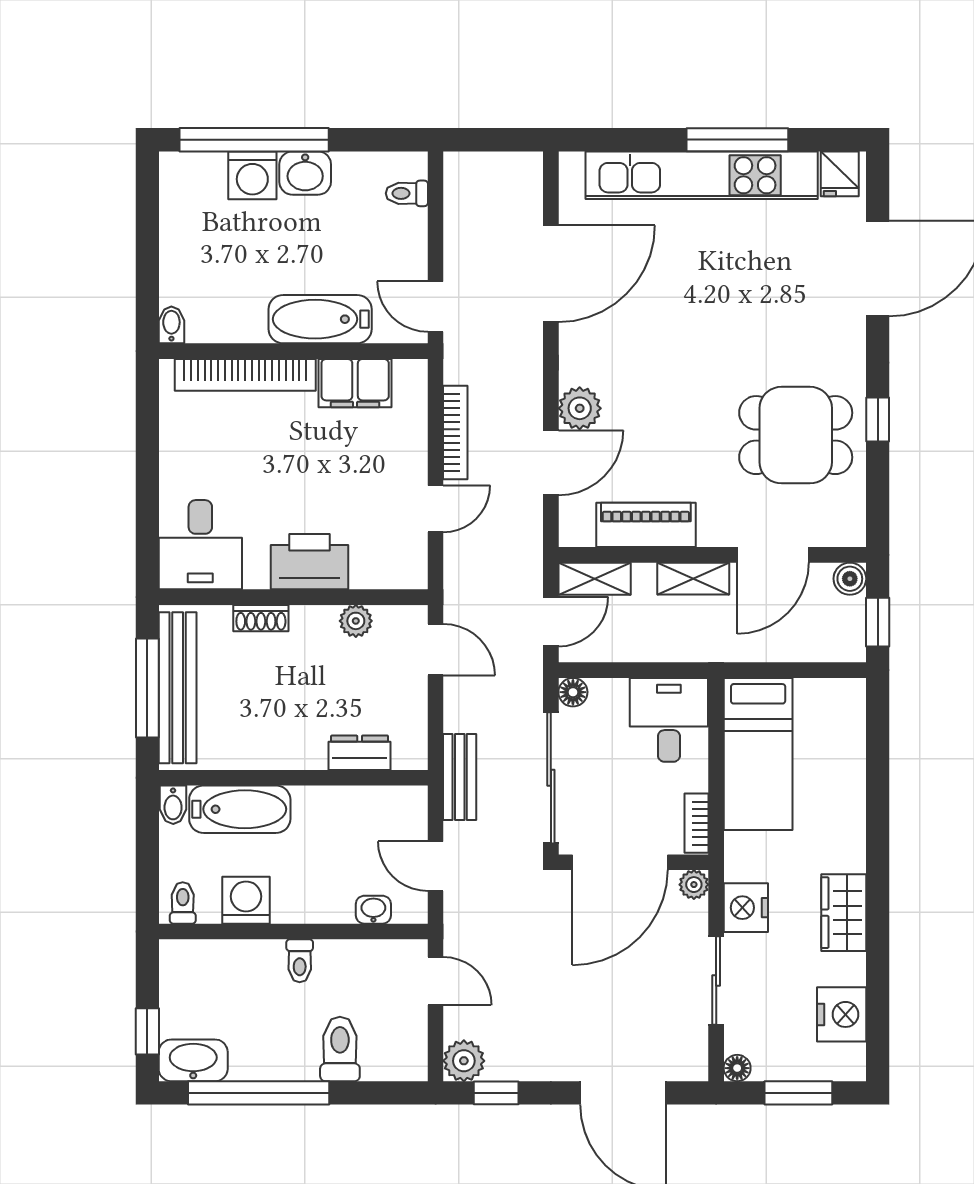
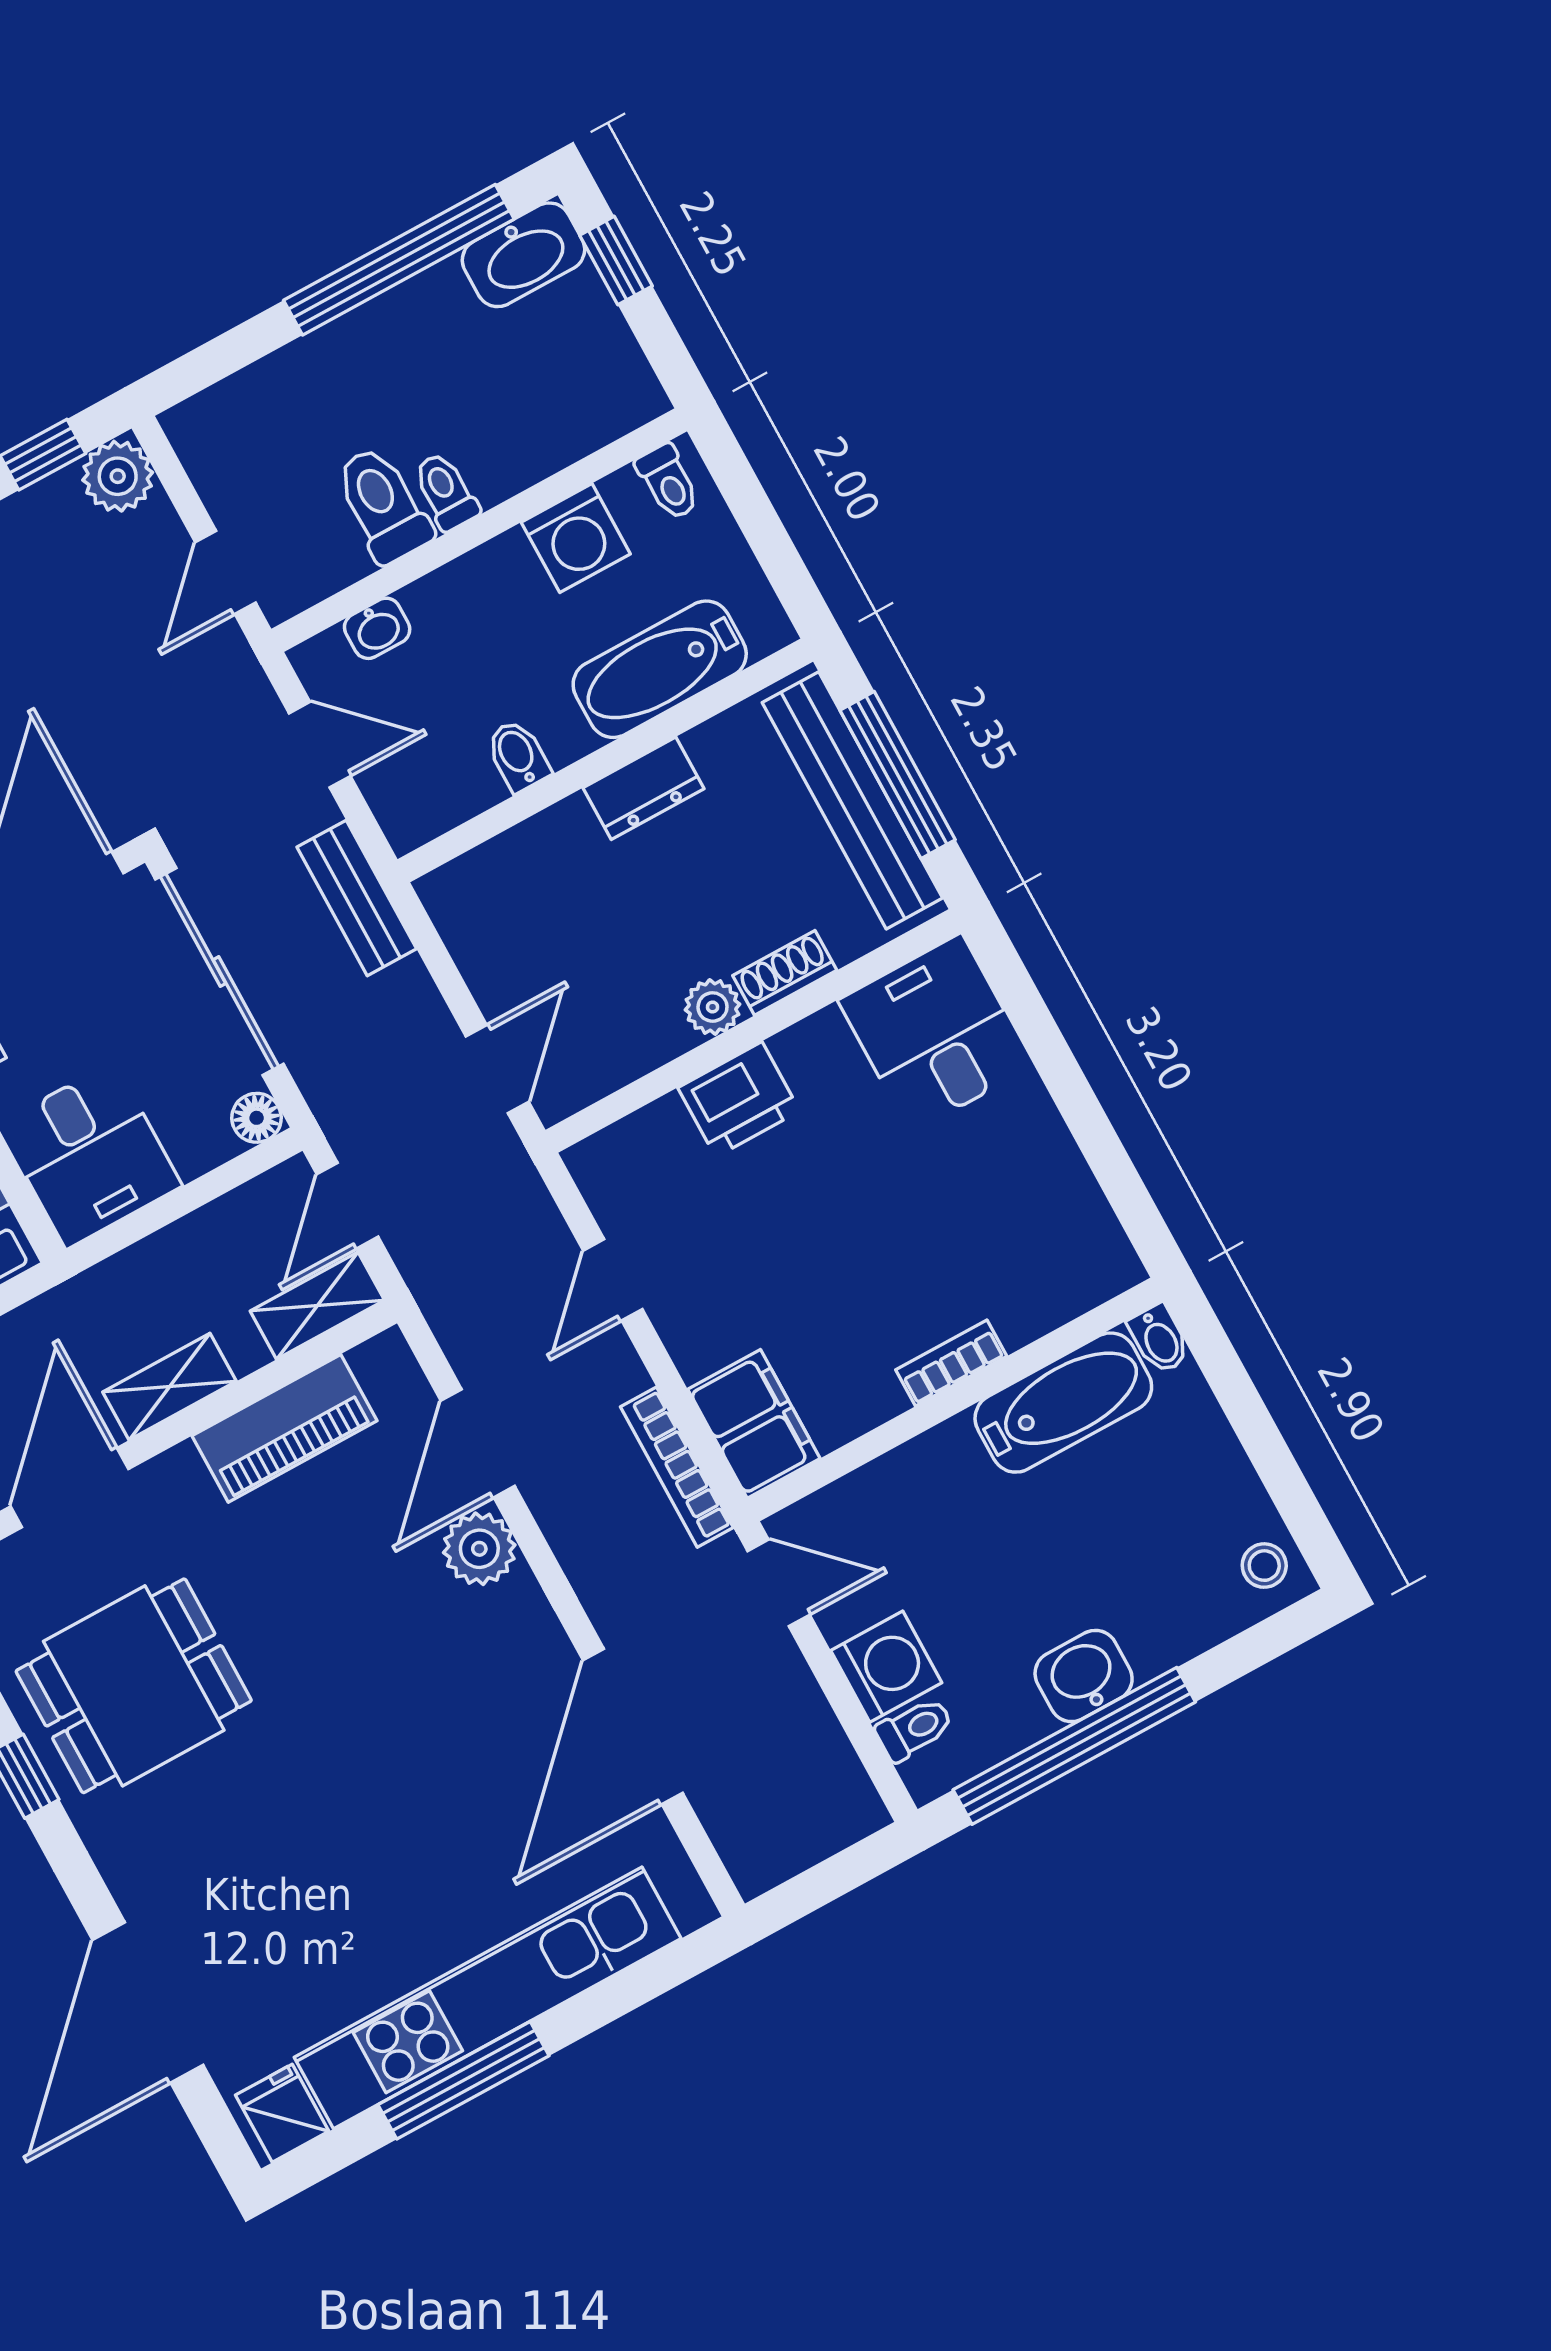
window: (254, 140) -> (1074, 1746), moved
washing machine: (252, 175) -> (886, 1667), moved, turned 90
stool: (181, 179) -> (1264, 1566), added
bathtub: (320, 319) -> (1063, 1403), moved
bookcase: (245, 375) -> (951, 1363), width x0.43, depth x0.76
filing cabinet: (355, 383) -> (754, 1424), moved, turned 90
bookcase: (455, 433) -> (677, 1467), moved
printer: (310, 562) -> (739, 1099), width x0.73, depth x0.84
plant: (356, 621) -> (713, 1007), moved
door: (436, 650) -> (497, 1069), swing flipped
dresser: (360, 753) -> (644, 788), moved
bidet: (173, 805) -> (518, 756), moved
door: (436, 981) -> (226, 572), hinge flipped
toilet: (340, 1049) -> (383, 505), moved, turned 180

